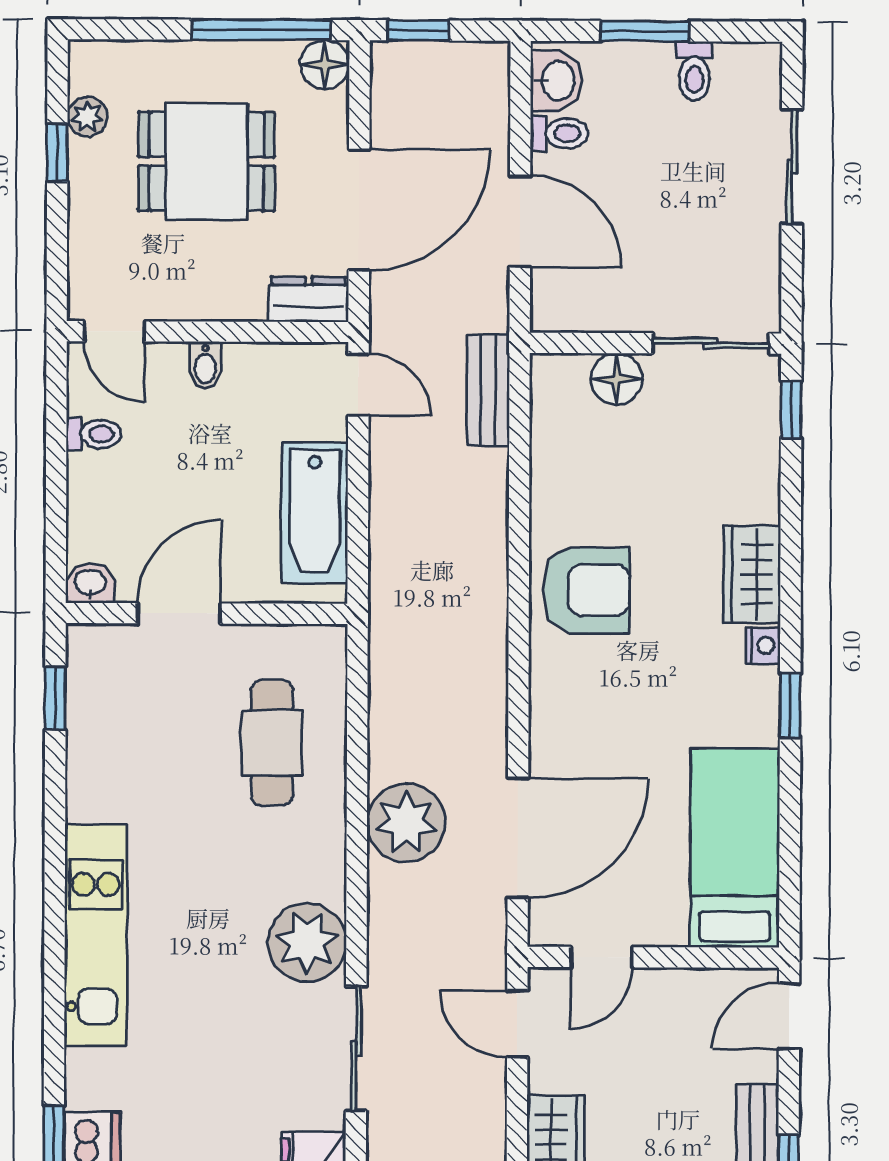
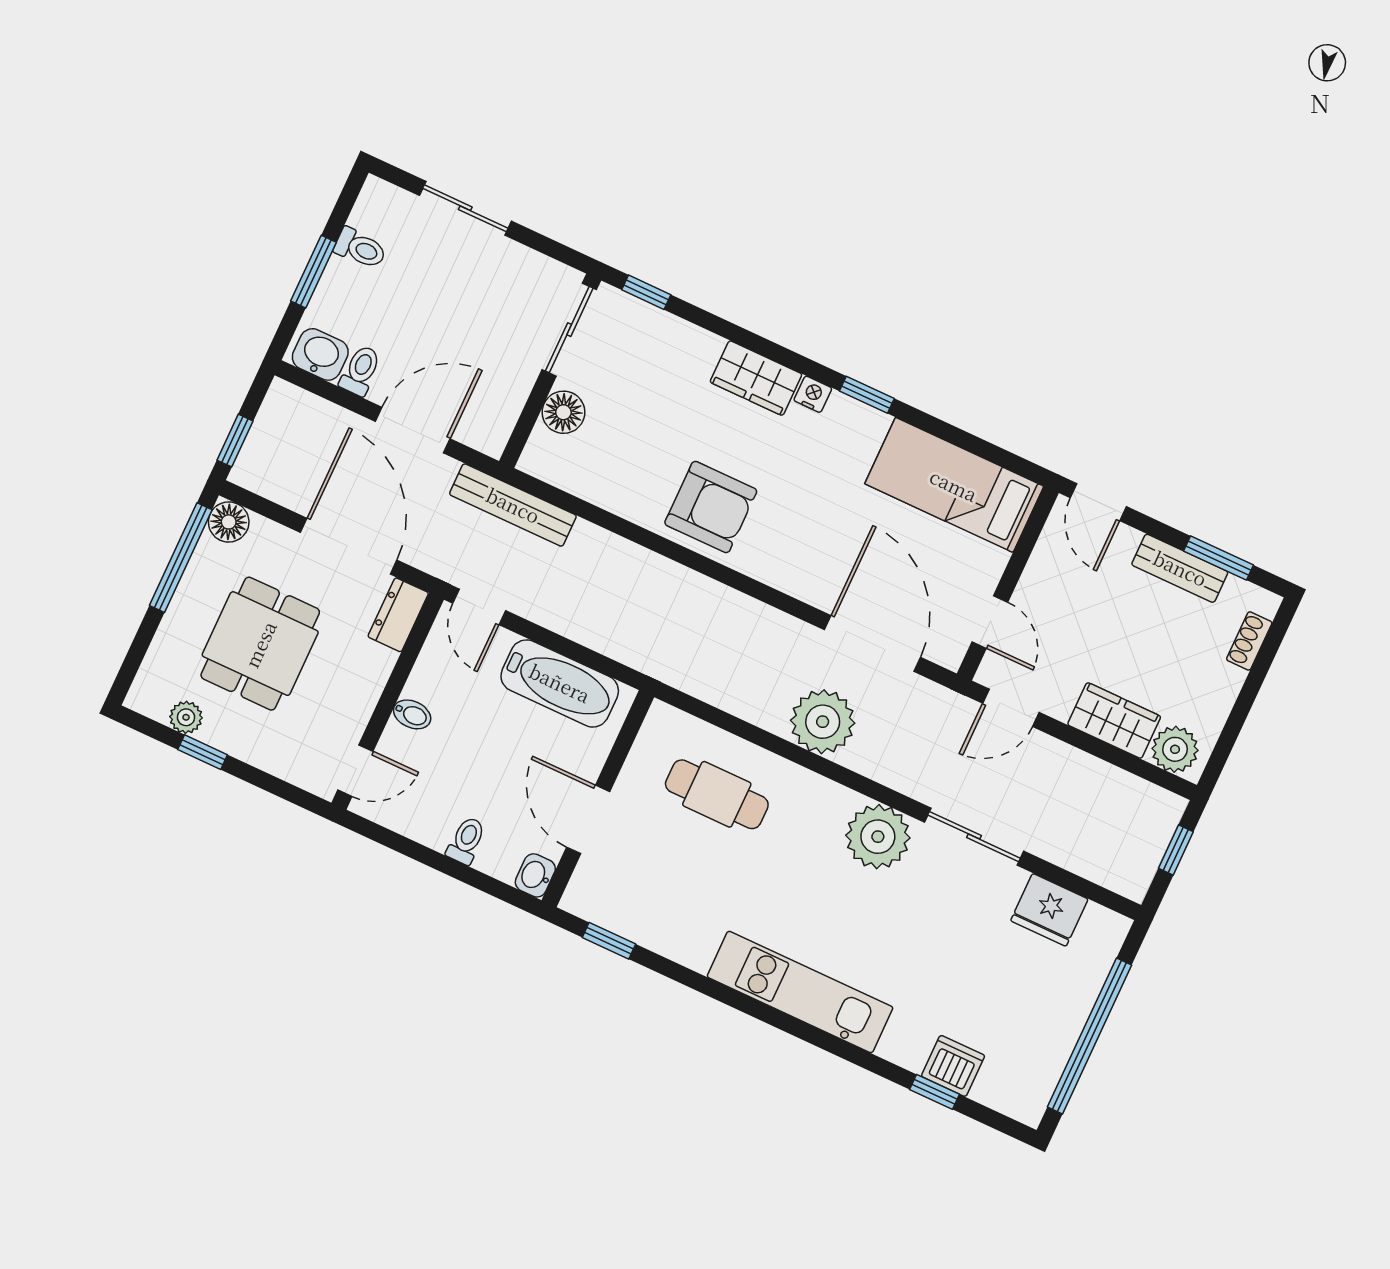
door: (358, 385) -> (479, 607), swing flipped
bench: (488, 391) -> (513, 505), width x1.36
toilet: (94, 434) -> (466, 841), moved
armchair: (587, 590) -> (711, 507), turned 90

